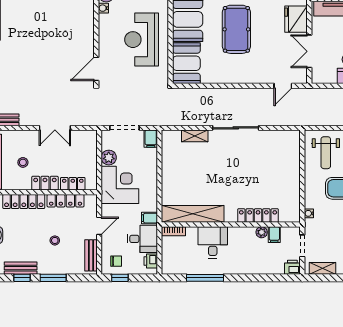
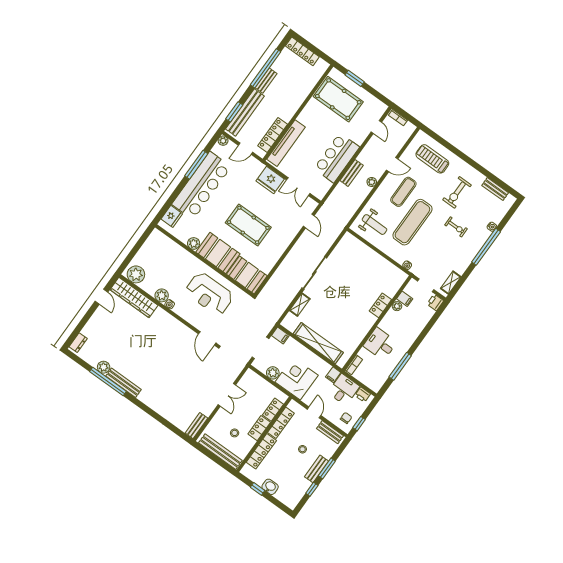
shelving: (193, 214) -> (318, 343), moved, turned 90
locker: (258, 216) -> (380, 305), width x0.66
bench: (21, 268) -> (317, 469), moved

